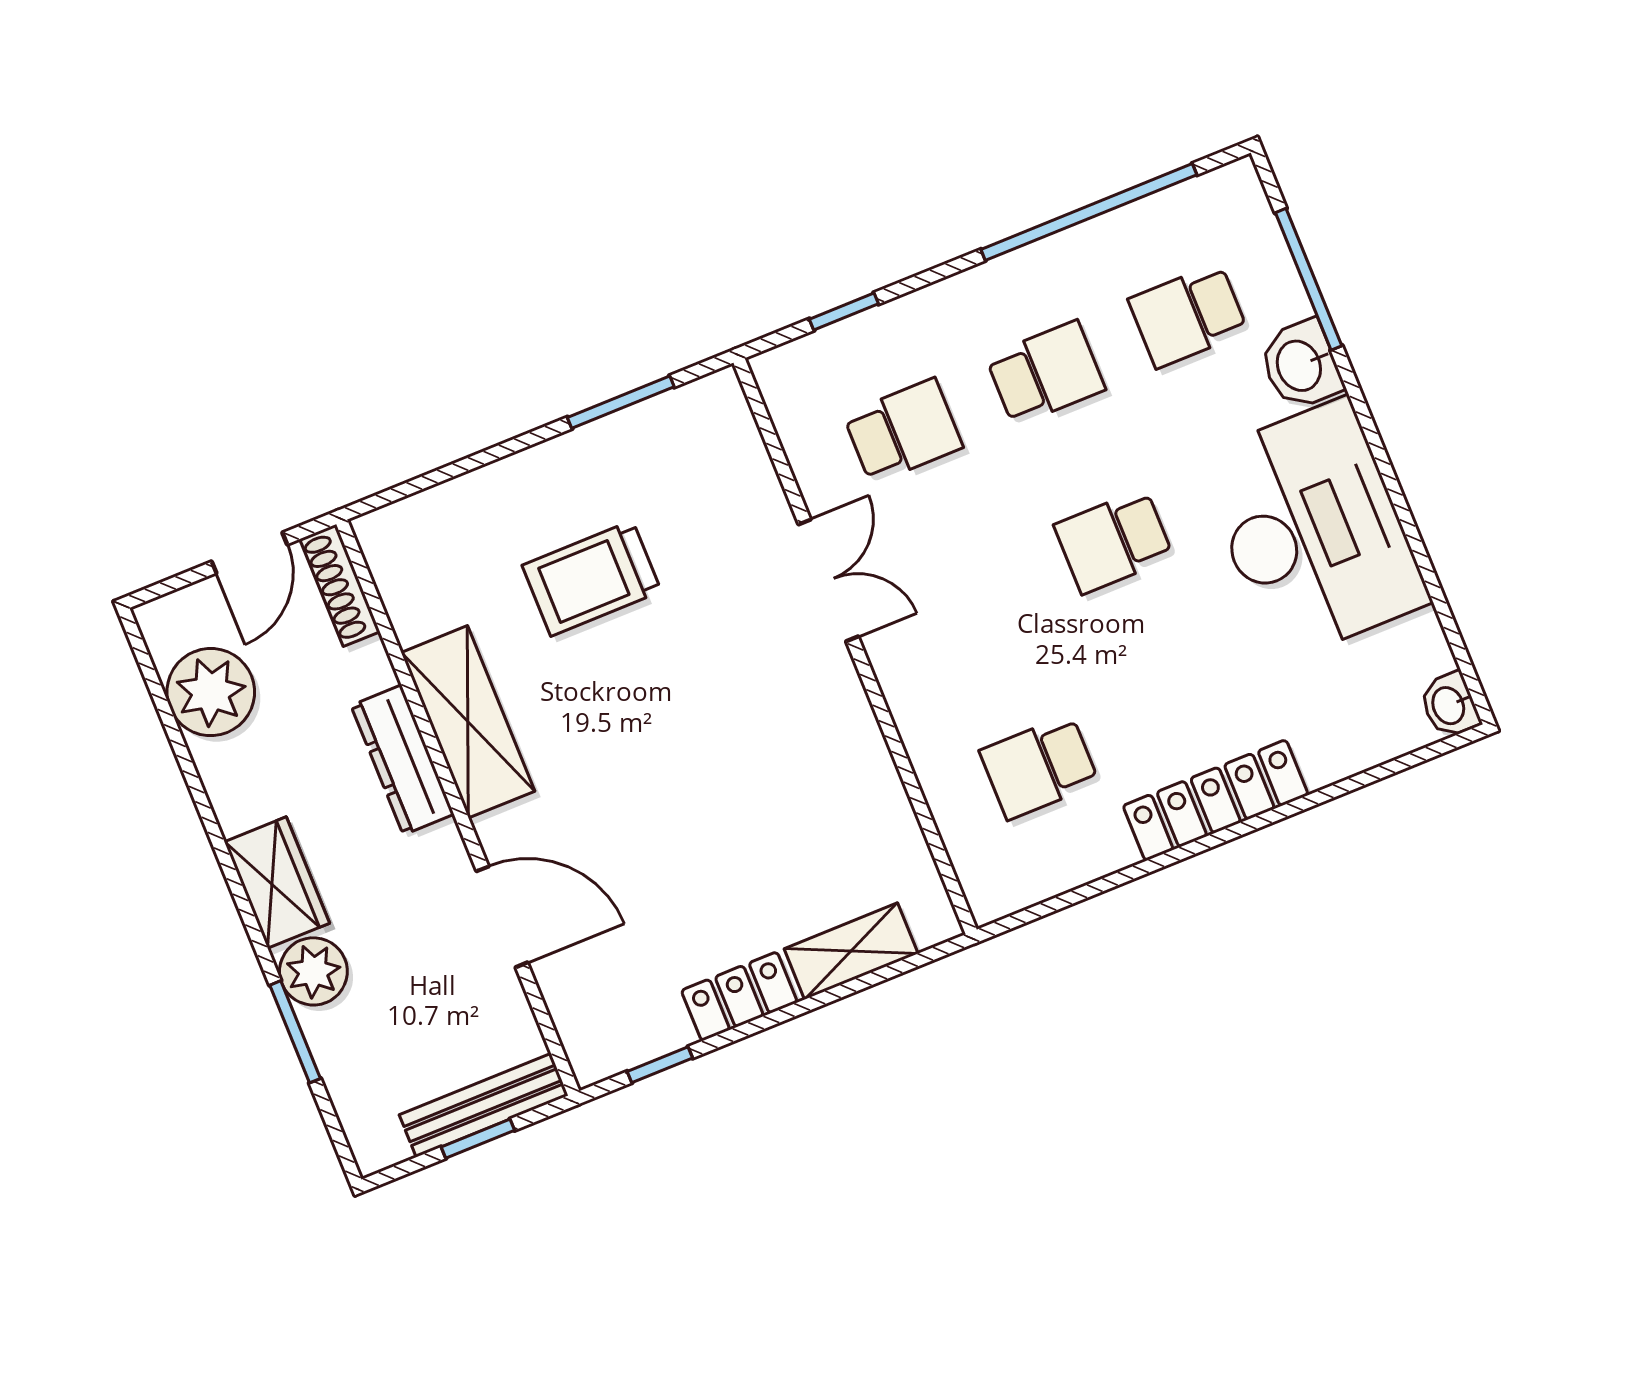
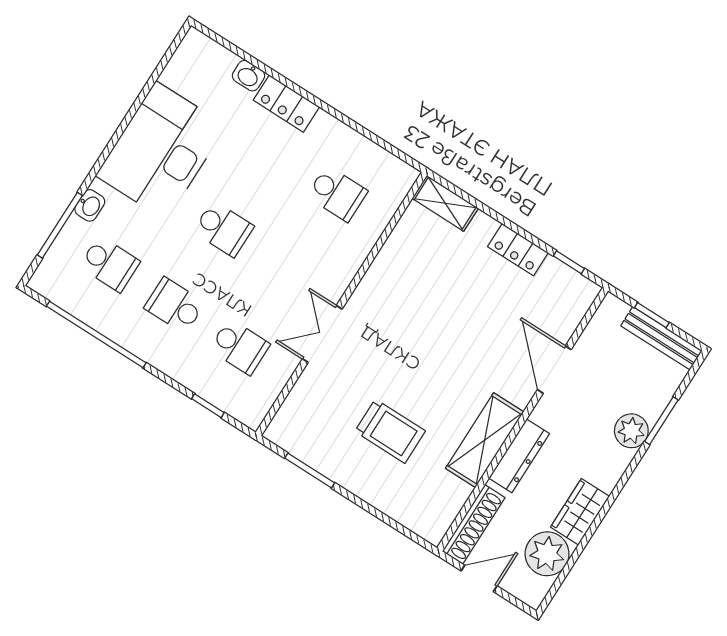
washbasin: (1301, 365) -> (90, 205), width x0.72, depth x0.69
school desk: (903, 431) -> (240, 347), turned 180
shoe rack: (340, 585) -> (474, 524), width x1.36, depth x1.24
washbasin: (1450, 705) -> (249, 76), moved, turned 90
locker: (1216, 800) -> (286, 104), width x0.66
wardrobe: (277, 883) -> (580, 512), moved
shelving: (851, 951) -> (445, 203), moved
bench: (484, 1105) -> (661, 338), moved

